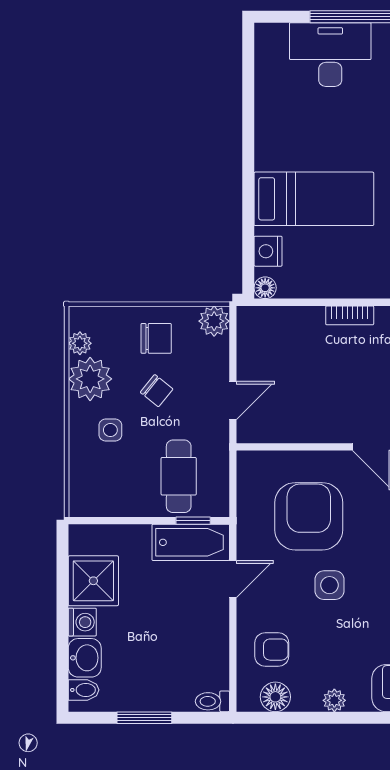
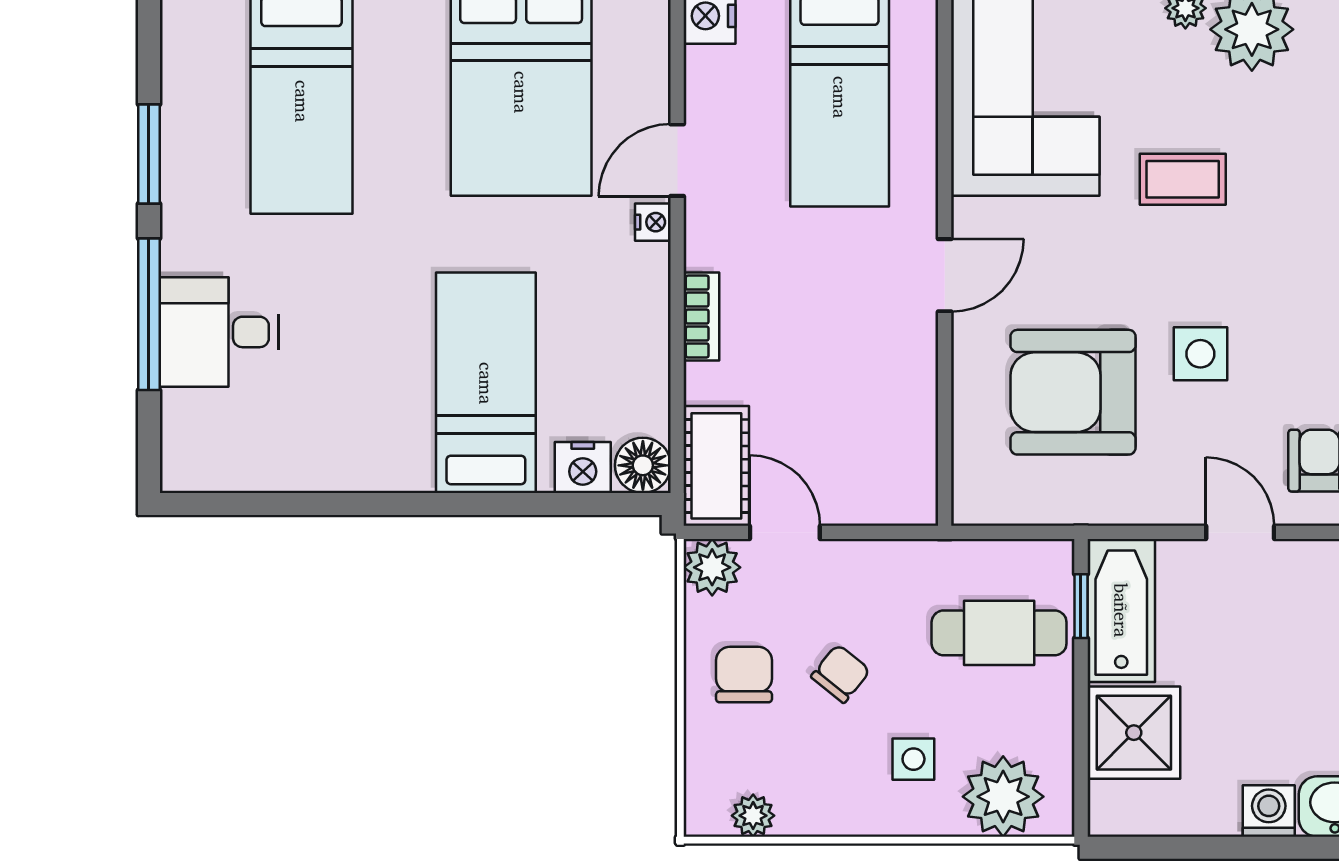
desk: (330, 55) -> (219, 332), width x0.73
floor lamp: (265, 288) -> (643, 465), width x1.37, depth x1.37
cot: (269, 323) -> (716, 466), added
plant: (90, 379) -> (1003, 797), moved
door: (233, 400) -> (785, 532), moved
door: (233, 579) -> (1240, 532), moved
shower: (93, 581) -> (1134, 733), moved

